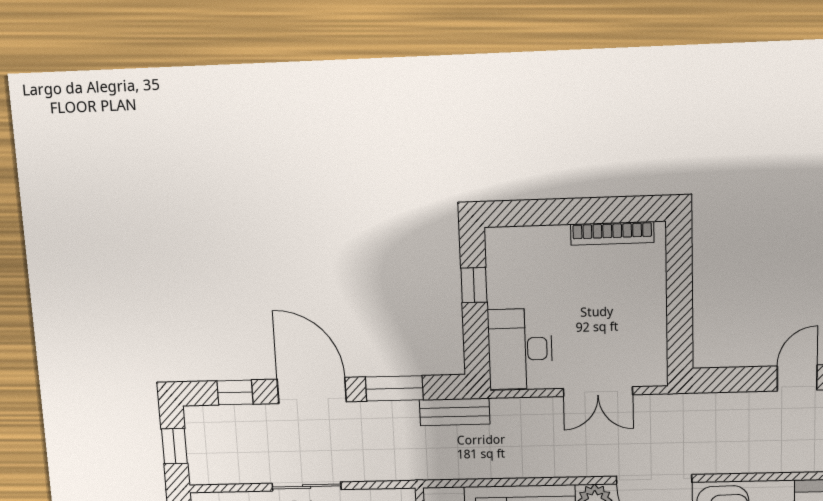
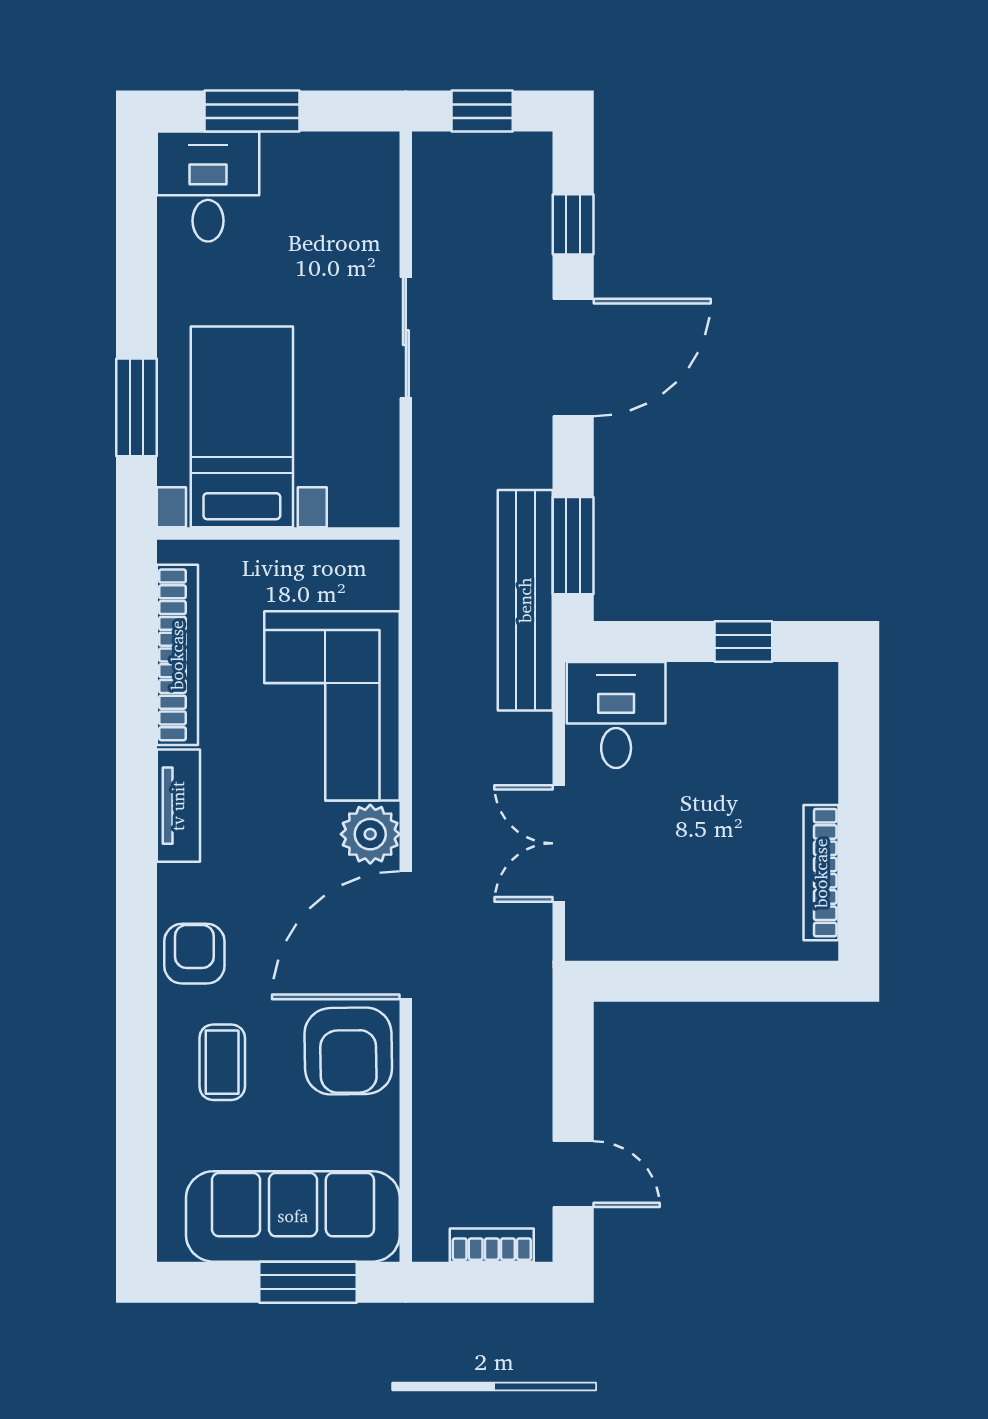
desk: (520, 349) -> (616, 715), width x0.73
window: (394, 388) -> (573, 546), moved
bench: (455, 412) -> (525, 600), width x1.86, depth x1.21

